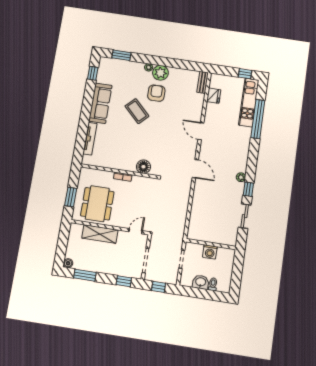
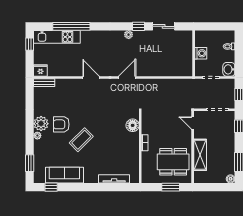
fridge: (214, 96) -> (40, 70), moved
sofa: (100, 103) -> (64, 175), moved
door: (201, 131) -> (91, 77), swing flipped
washbasin: (201, 282) -> (229, 69), moved

